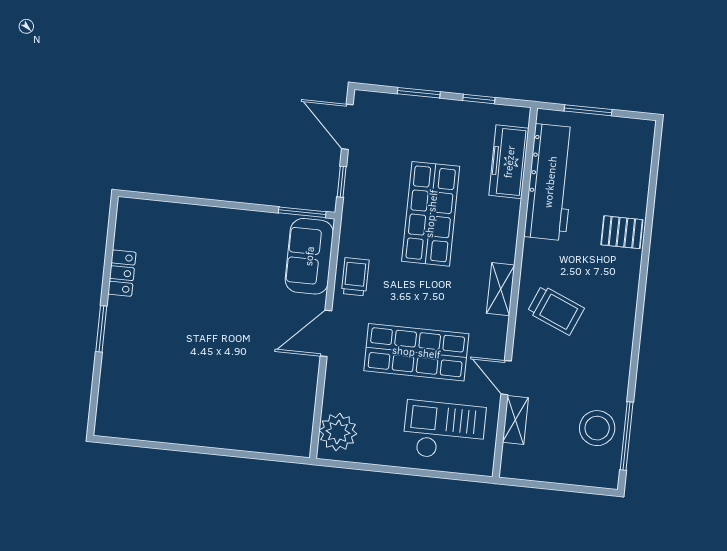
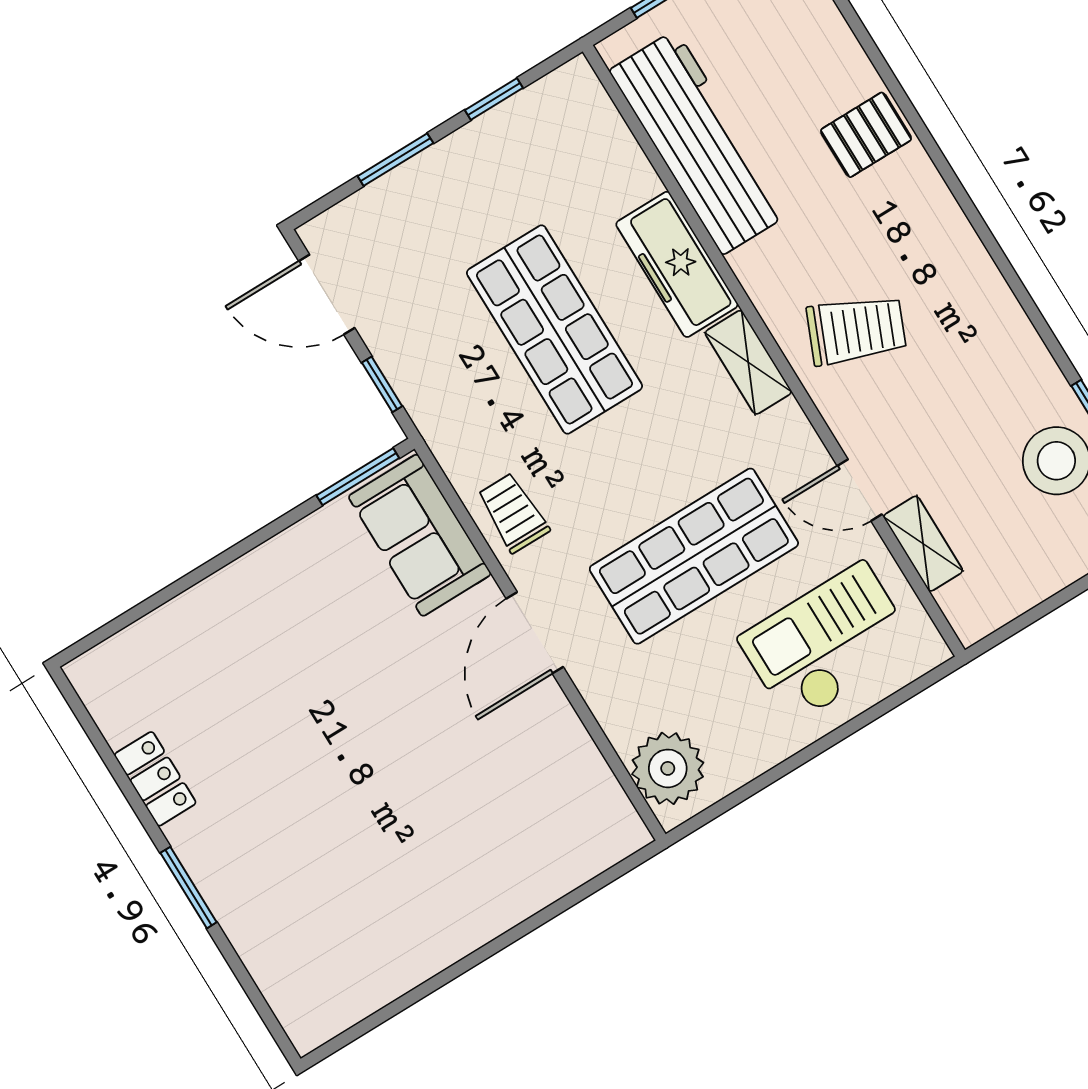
freezer: (509, 162) -> (677, 264), moved

